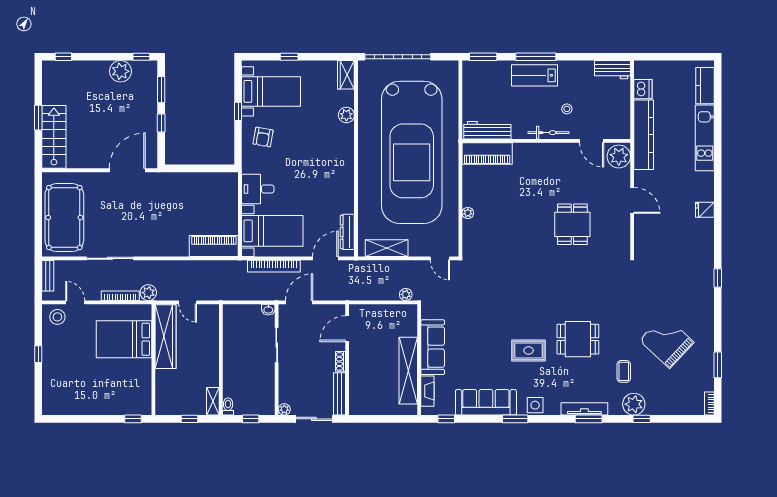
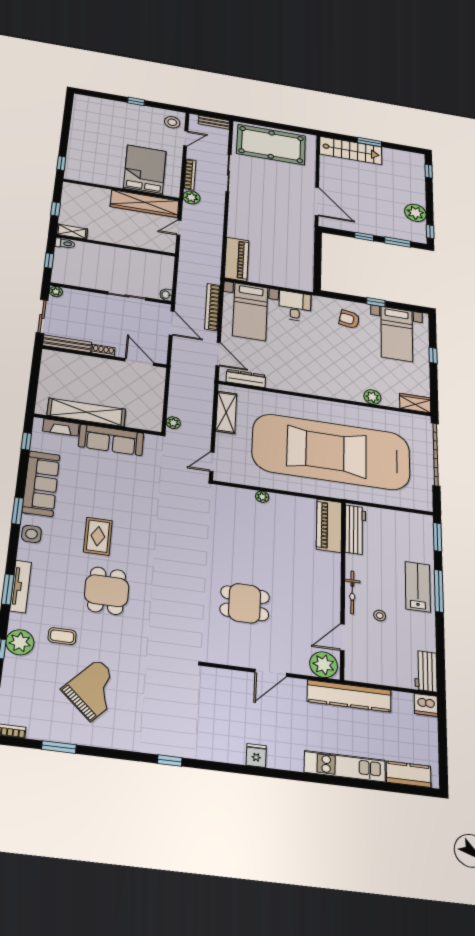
dishwasher: (643, 89) -> (426, 705), moved

